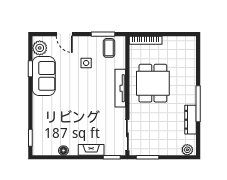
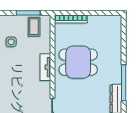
dining table: (153, 83) -> (78, 62), turned 90
tv unit: (120, 88) -> (45, 67), width x0.71

